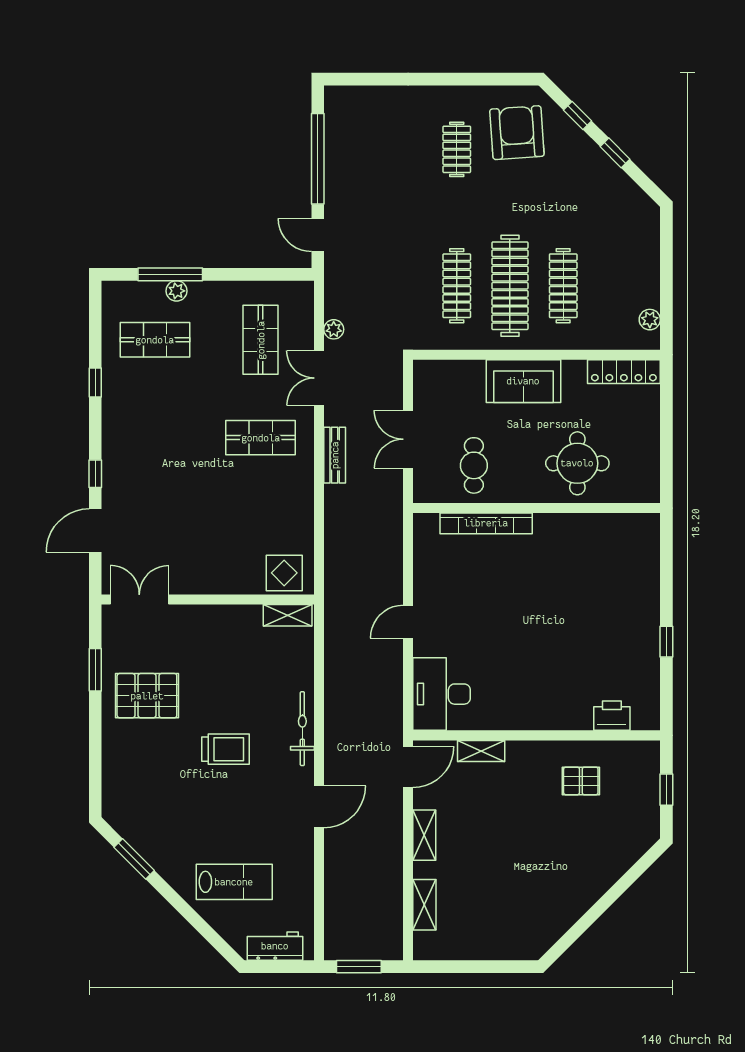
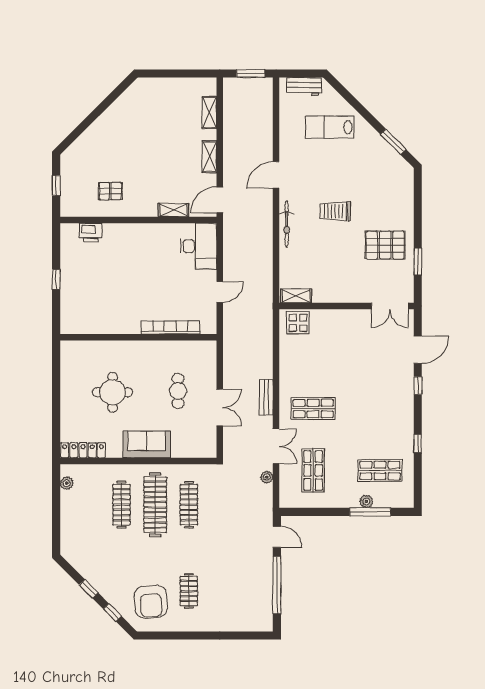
wall: (537, 508) -> (138, 337), moved
bookcase: (486, 523) -> (170, 328), moved

